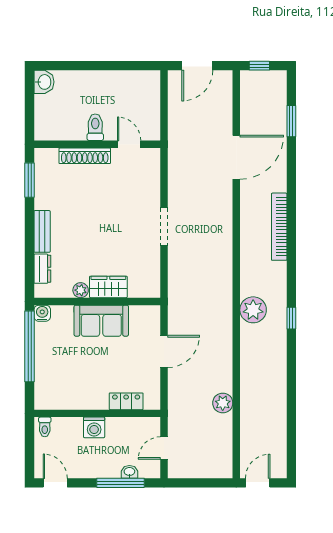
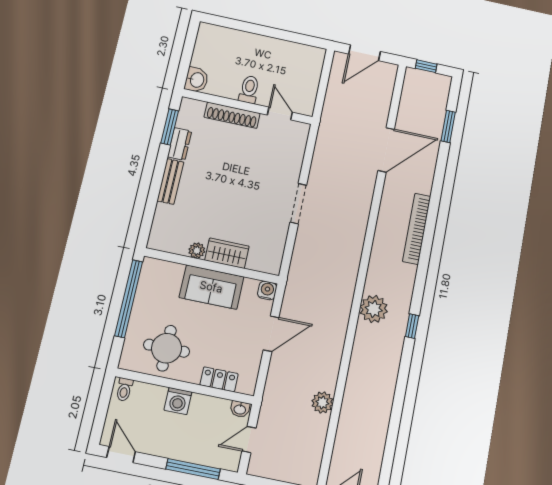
washbasin: (44, 82) -> (196, 80), moved
dresser: (42, 269) -> (180, 144), moved
water cooler: (42, 313) -> (267, 290), moved
round table: (73, 383) -> (167, 348), added
washbasin: (129, 472) -> (240, 409), moved, turned 180

